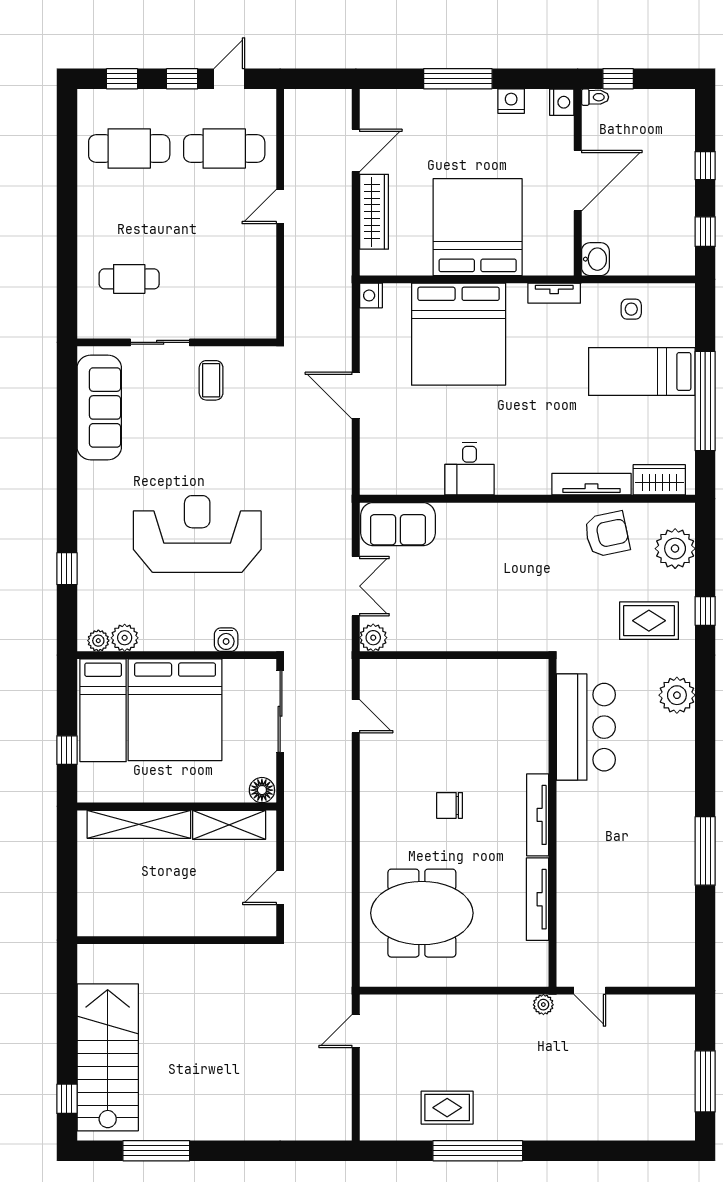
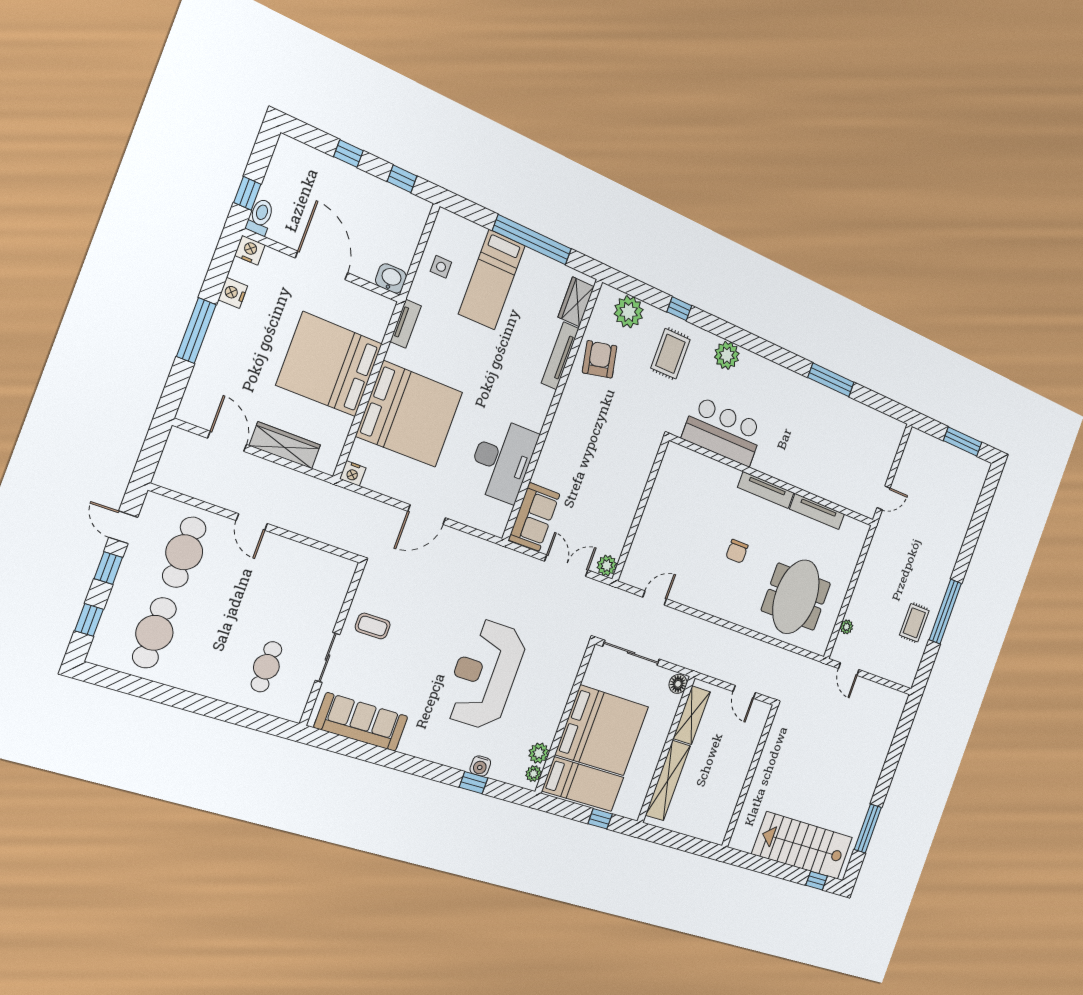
toilet: (595, 97) -> (260, 217), width x1.37, depth x1.39
desk: (470, 469) -> (502, 460), width x1.87, depth x1.30
water cooler: (226, 640) -> (480, 766), moved, turned 90
plant: (543, 1005) -> (847, 627), moved

